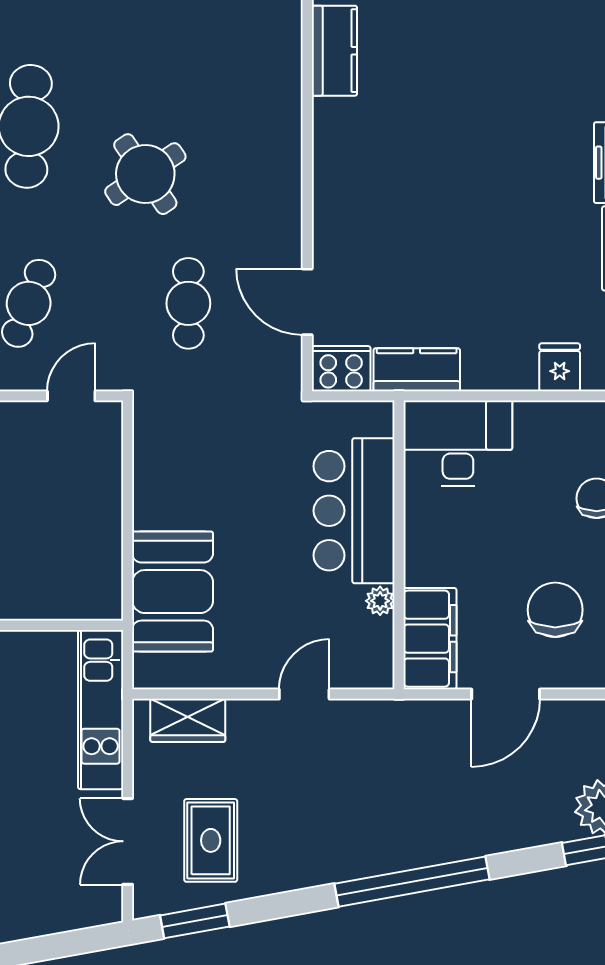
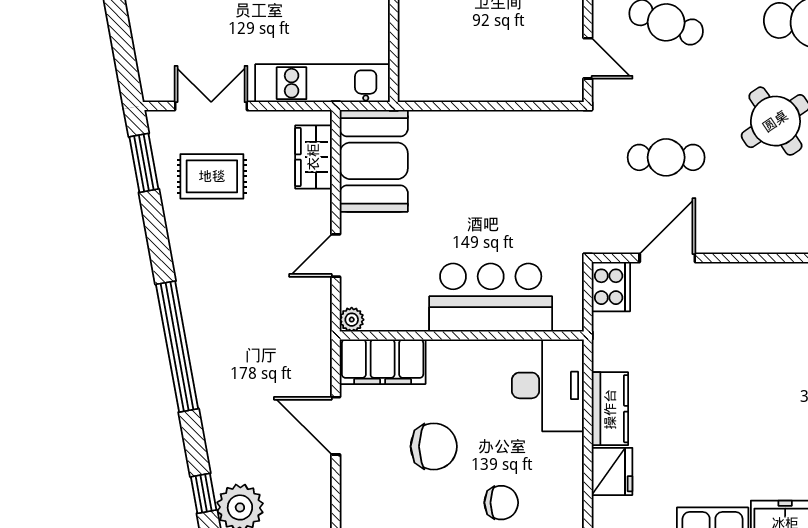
fridge: (560, 367) -> (612, 471), width x1.38
kitchen counter: (417, 370) -> (610, 409), moved
booth: (173, 592) -> (374, 161), moved, turned 90
plant: (380, 601) -> (352, 320), moved
chair: (555, 610) -> (434, 446), moved
door: (304, 694) -> (336, 255), swing flipped

